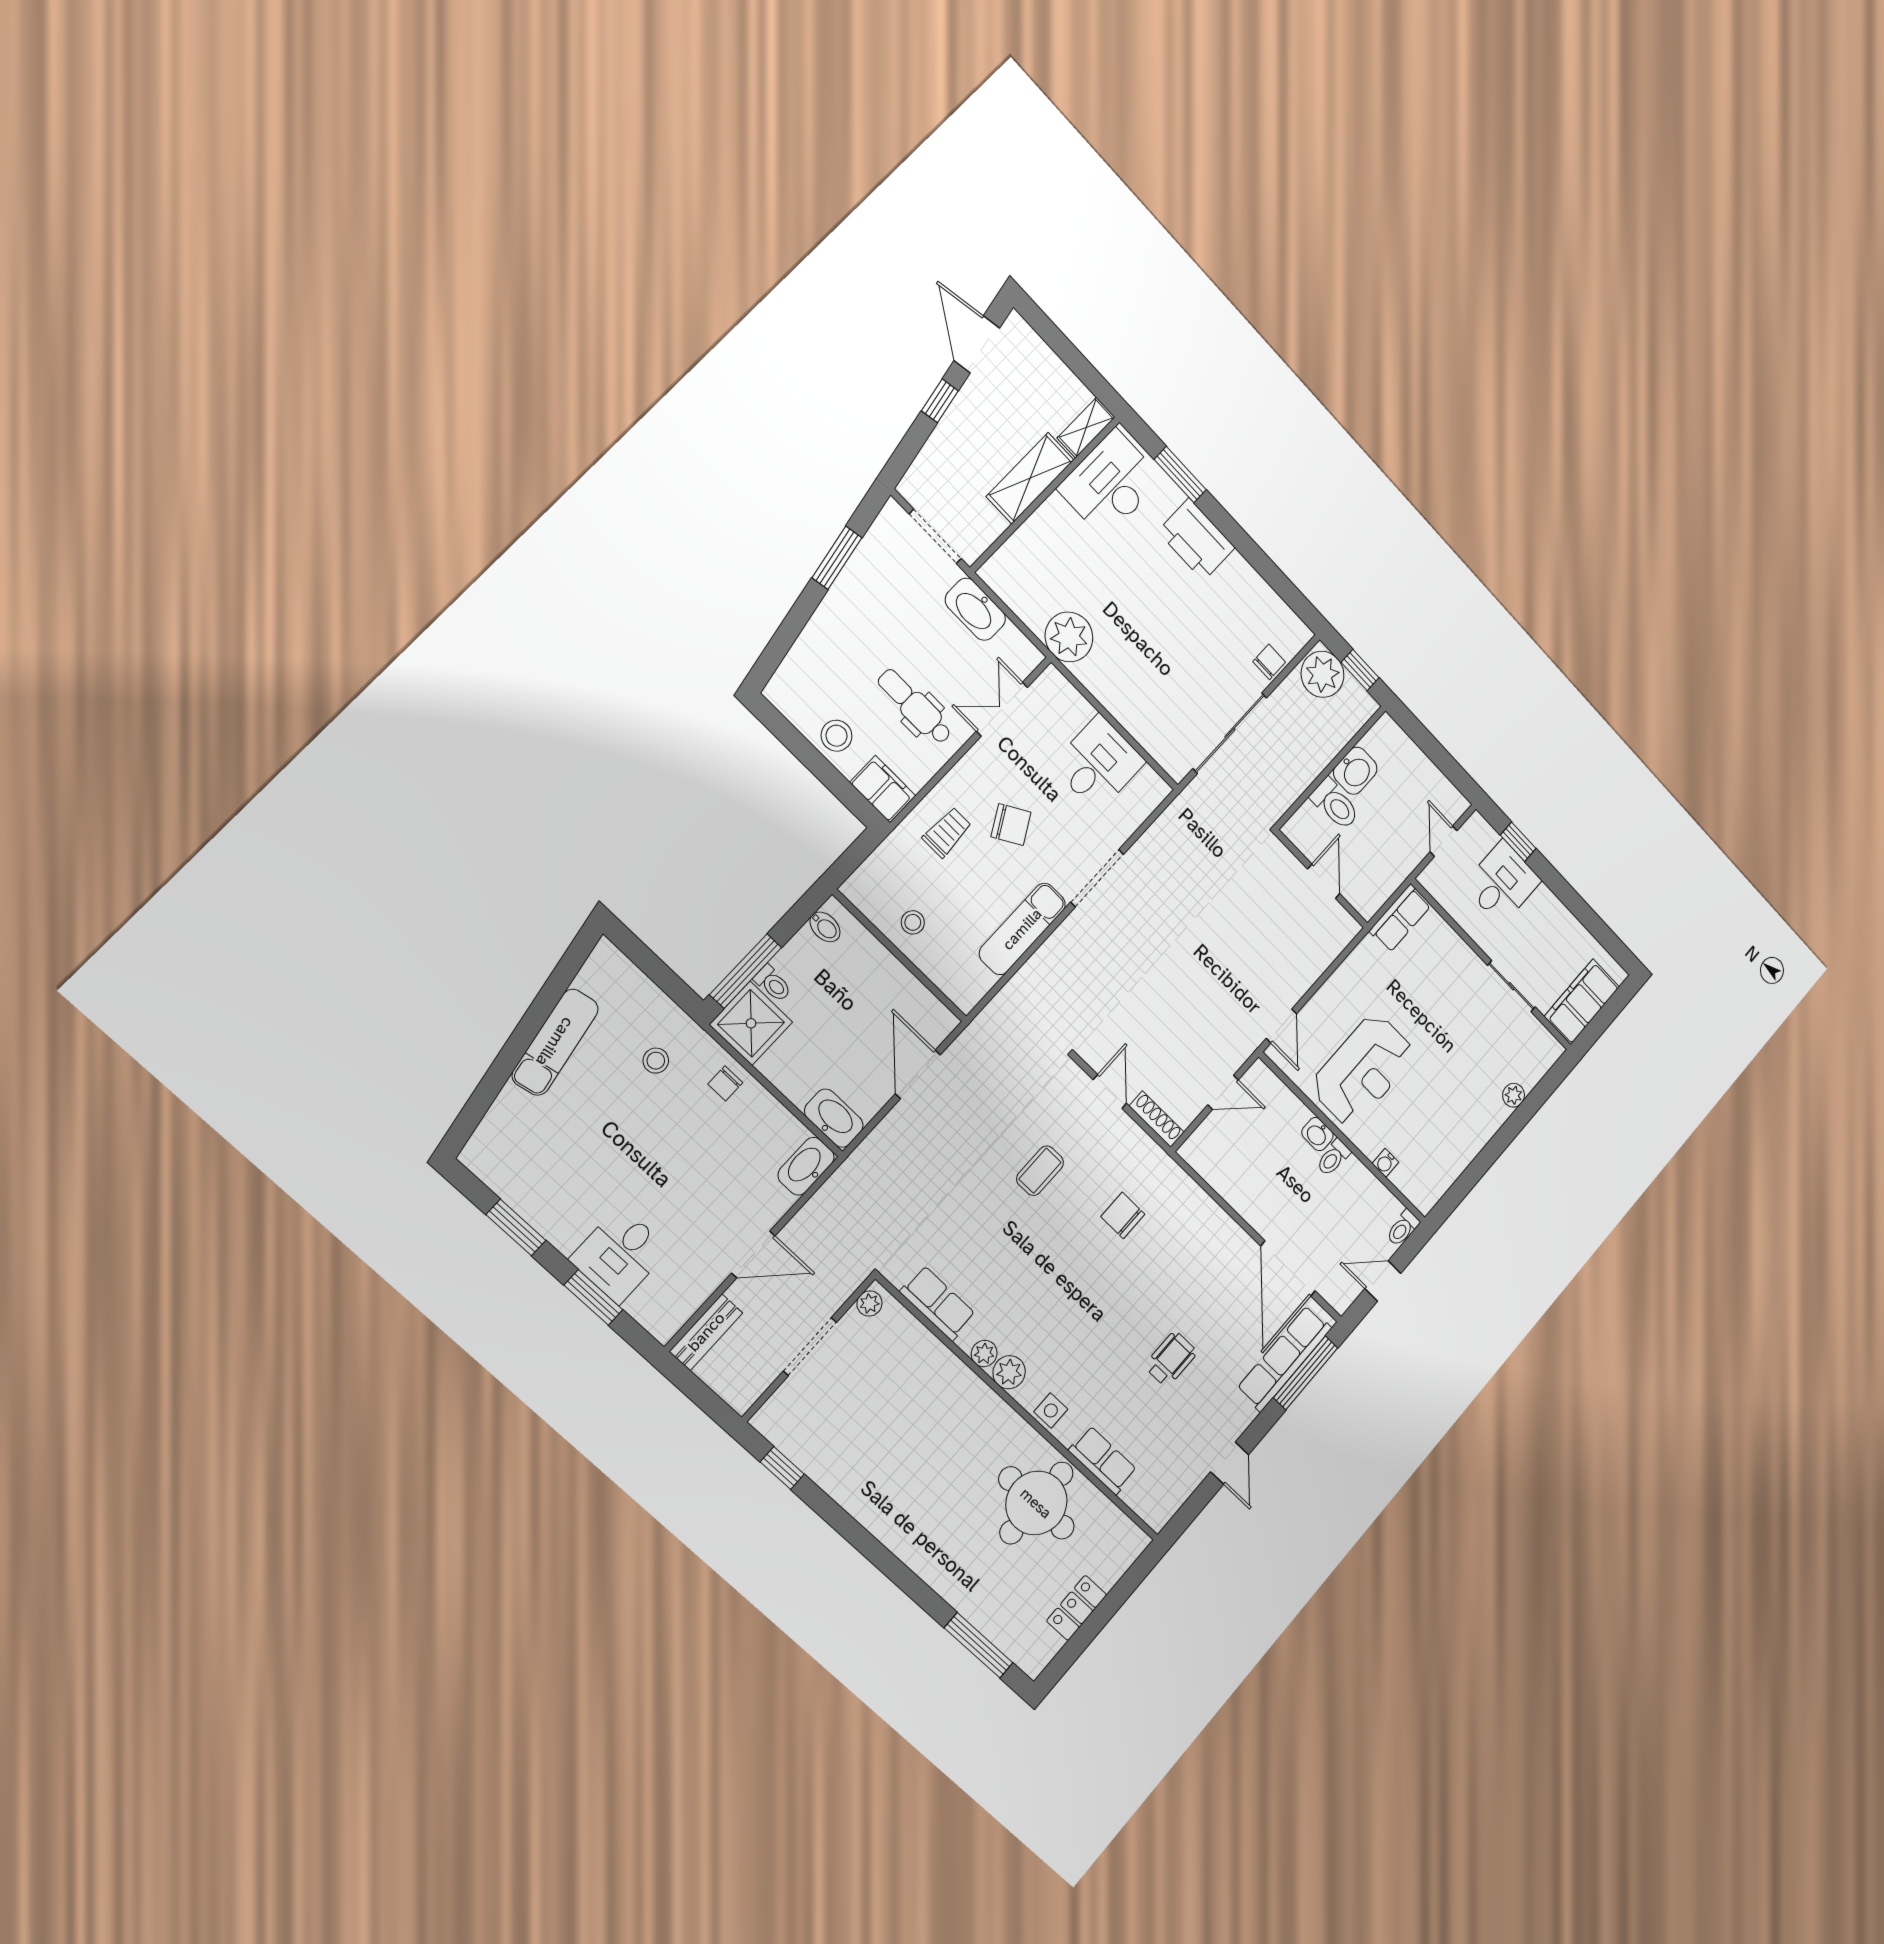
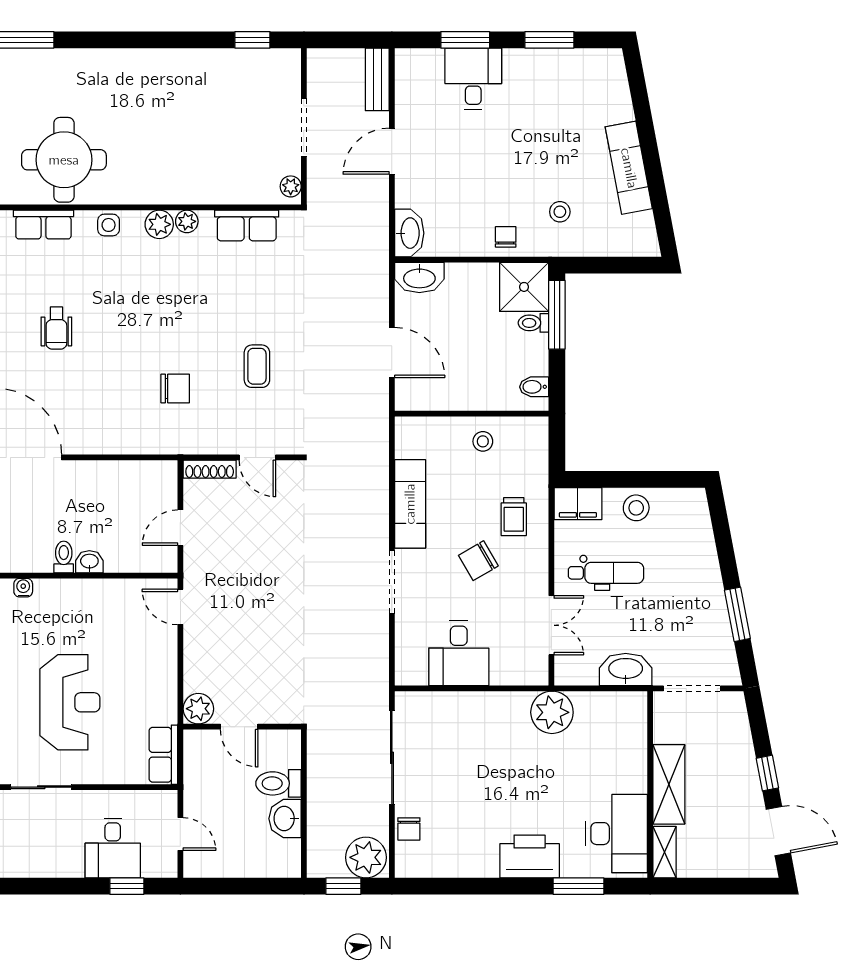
plant: (1341, 928) -> (198, 709), added
reception desk: (1363, 1070) -> (70, 702), moved, turned 180

